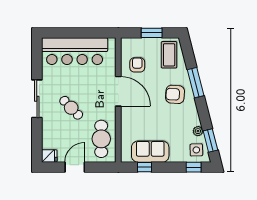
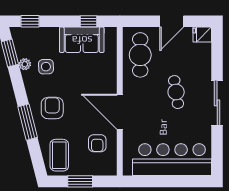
armchair: (175, 94) -> (52, 108), turned -94
cafe table: (71, 108) -> (176, 92), turned 35
side table: (196, 150) -> (46, 67), moved

